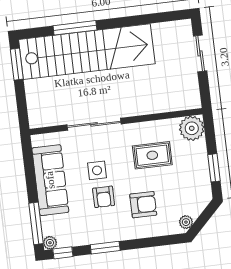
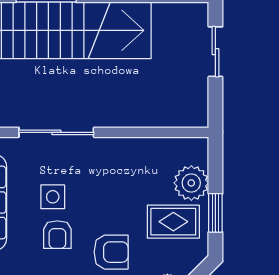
plant: (192, 128) -> (191, 183), moved
rug: (152, 155) -> (173, 222), moved

